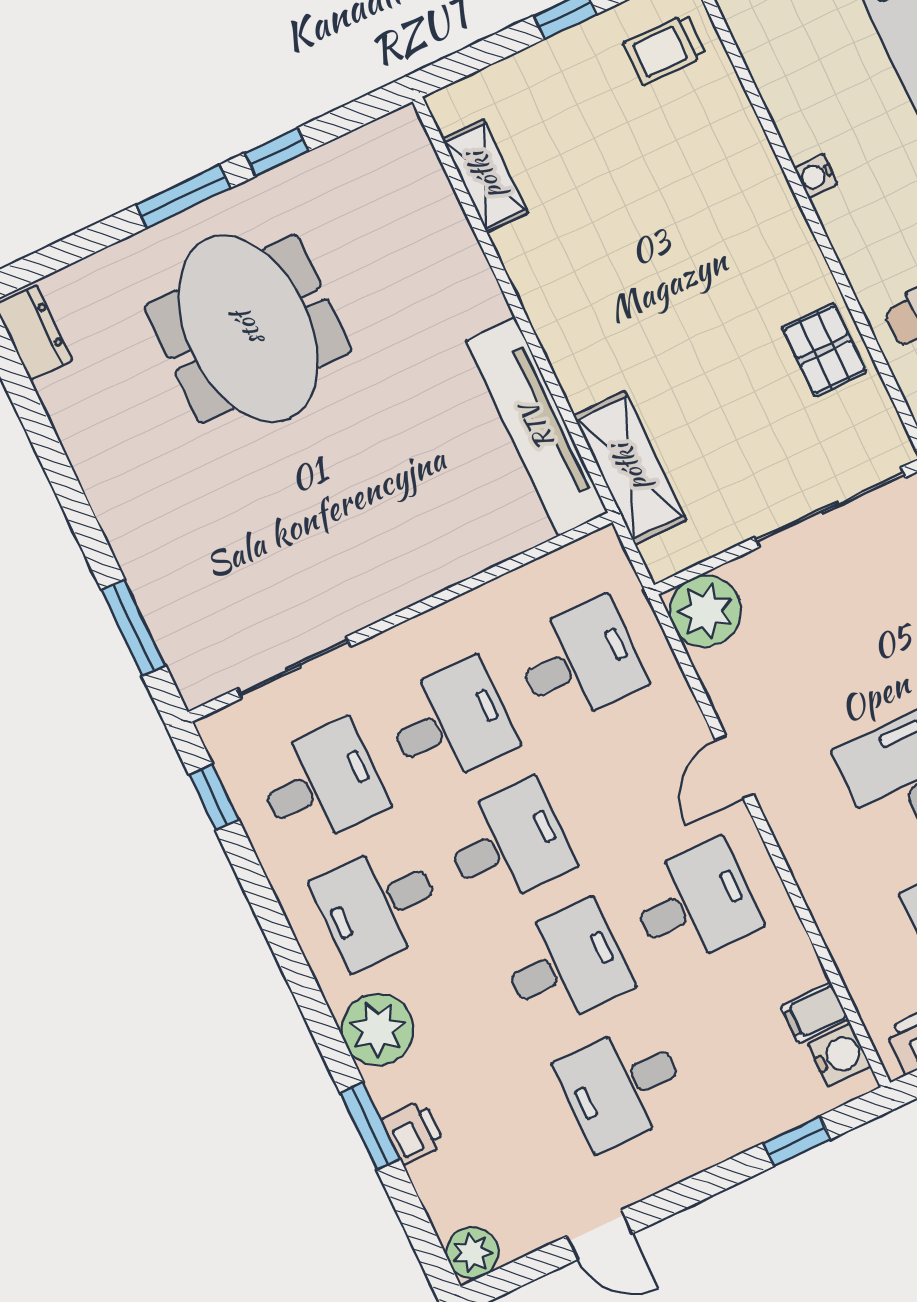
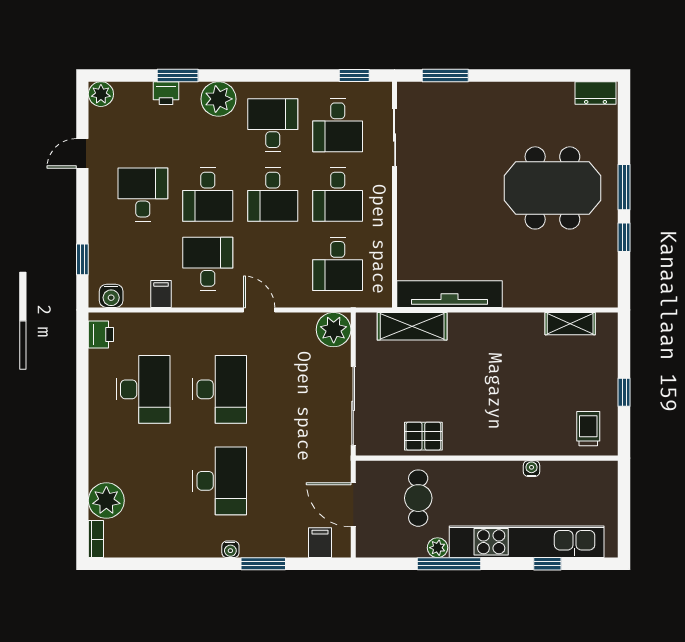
water cooler: (816, 176) -> (531, 469), moved
desk: (694, 904) -> (208, 264), turned 180
filing cabinet: (815, 1013) -> (161, 294), moved

